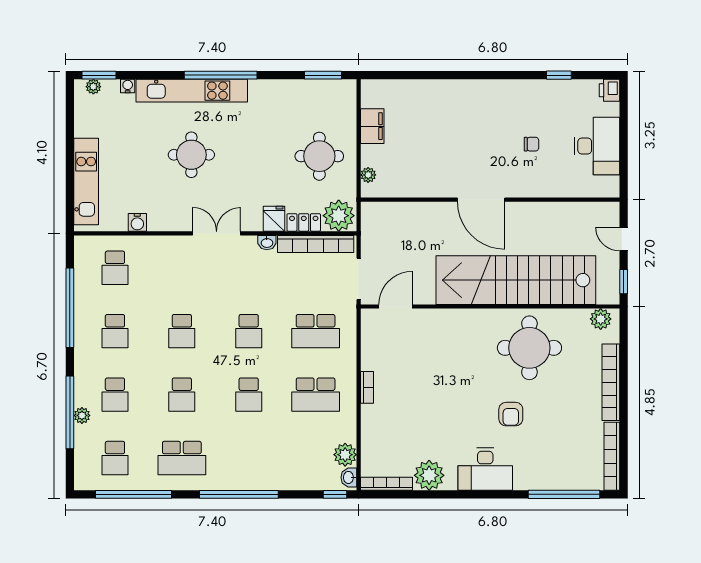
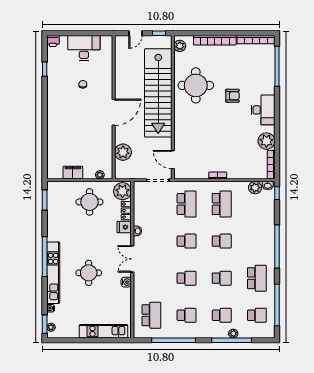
plant: (409, 217) -> (123, 152), added
water cooler: (137, 222) -> (126, 282), moved
bookcase: (316, 244) -> (138, 204), removed
school desk: (115, 268) -> (151, 315), width x1.85

